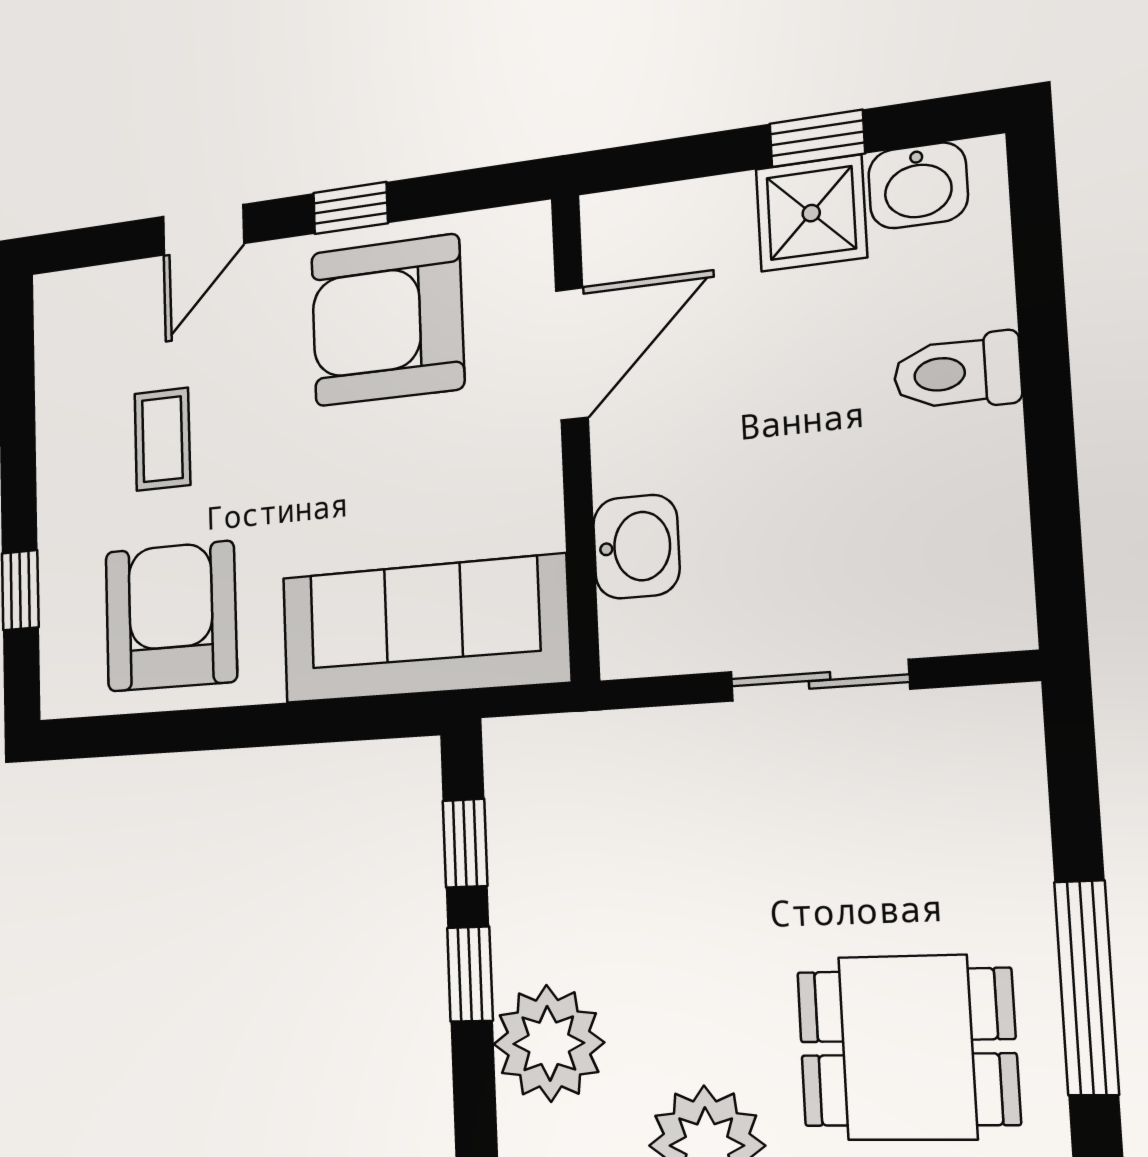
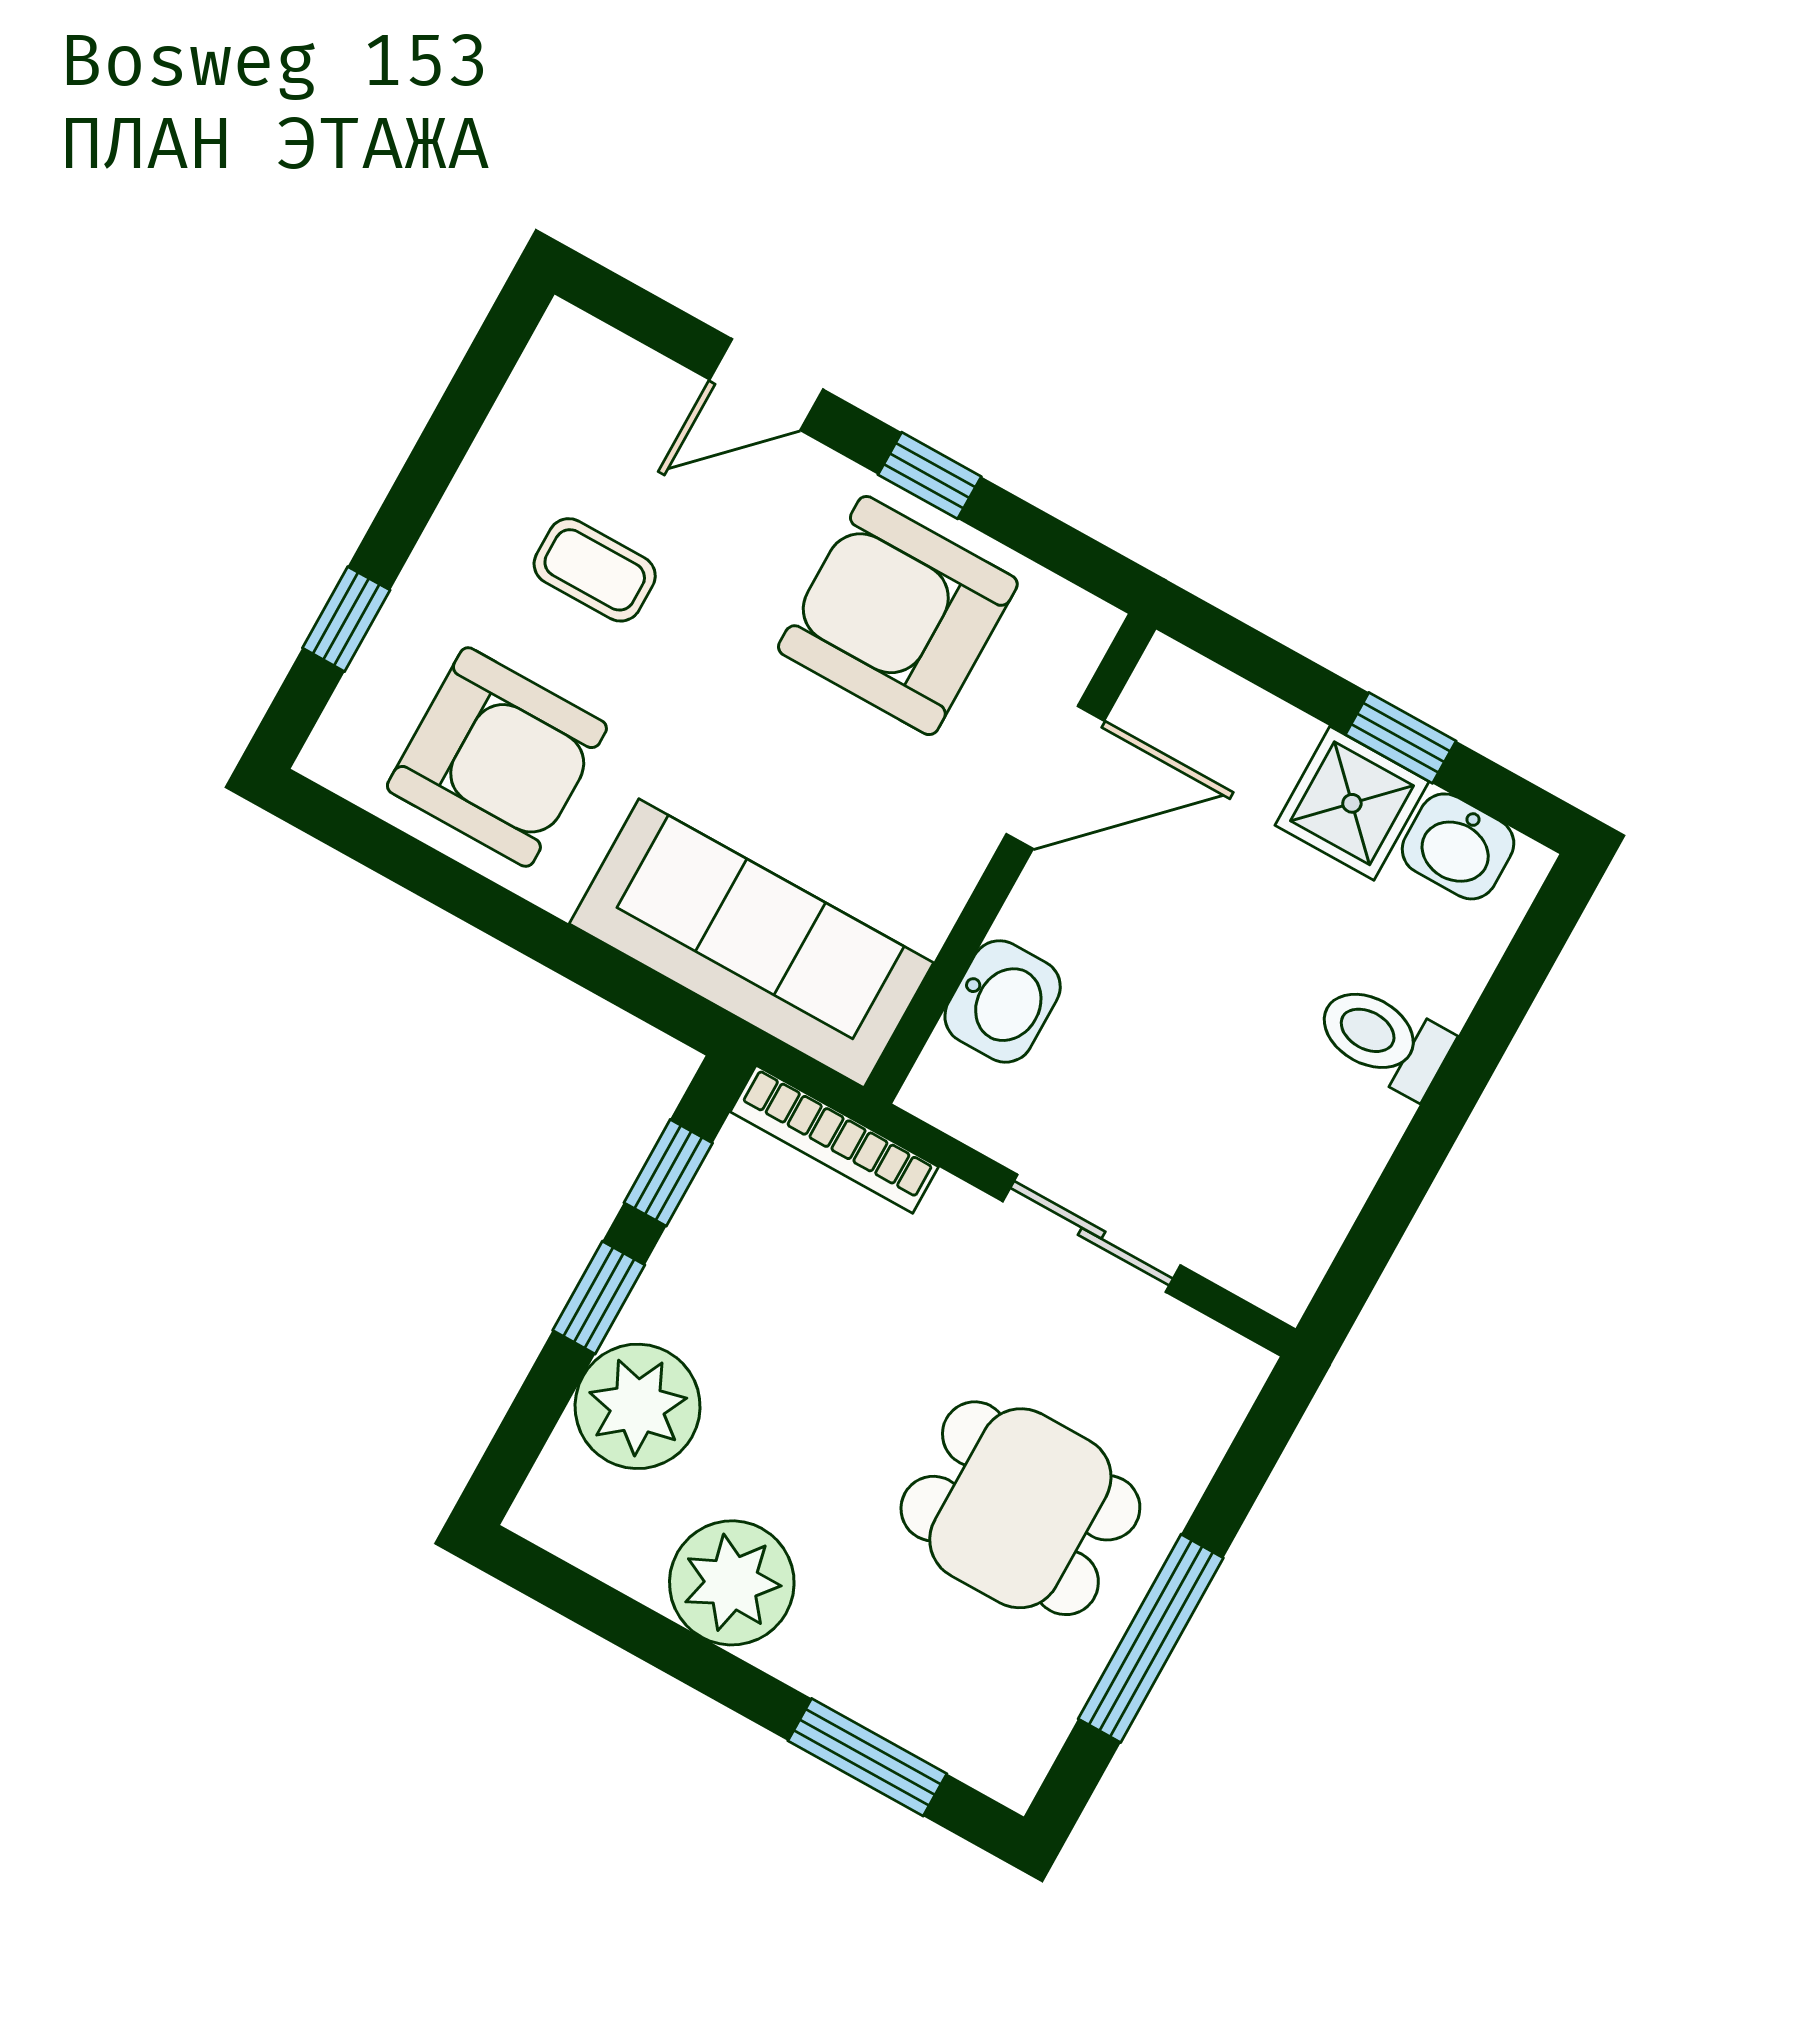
coffee table: (162, 439) -> (595, 570), turned 90
armchair: (171, 616) -> (497, 757), turned 90
bookcase: (573, 737) -> (834, 1139), added
dining table: (907, 1048) -> (1020, 1508), moved

